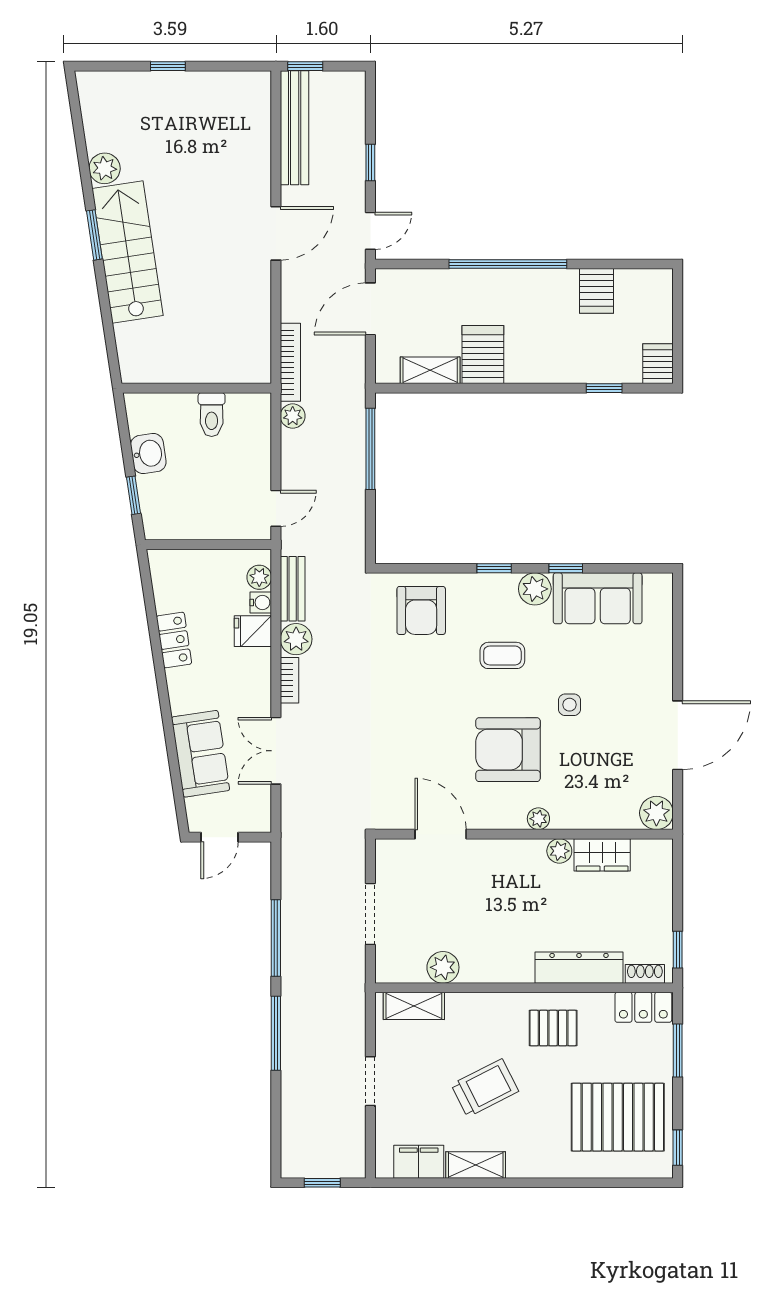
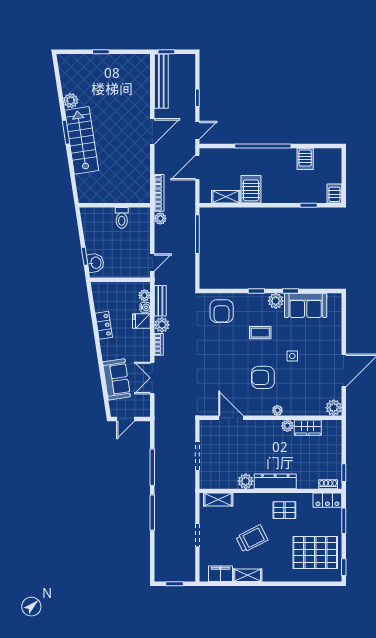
washbasin: (148, 454) -> (96, 263), moved
armchair: (508, 750) -> (263, 377), width x0.73, depth x0.73
plant: (443, 967) -> (246, 481), moved
dresser: (579, 968) -> (275, 481), moved

